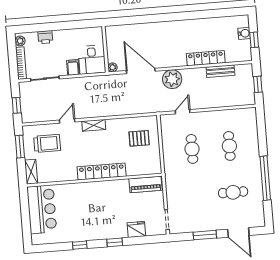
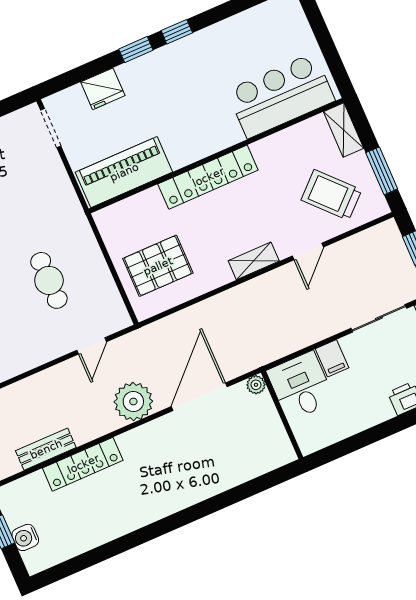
door: (141, 71) -> (199, 397), swing flipped
pallet: (139, 138) -> (158, 266), width x1.50, depth x1.42
trolley: (47, 143) -> (331, 195), turned 47
piano: (145, 184) -> (124, 172), width x1.37, depth x1.33
bar counter: (42, 209) -> (281, 96), moved, turned 90
window: (80, 245) -> (177, 32), moved

